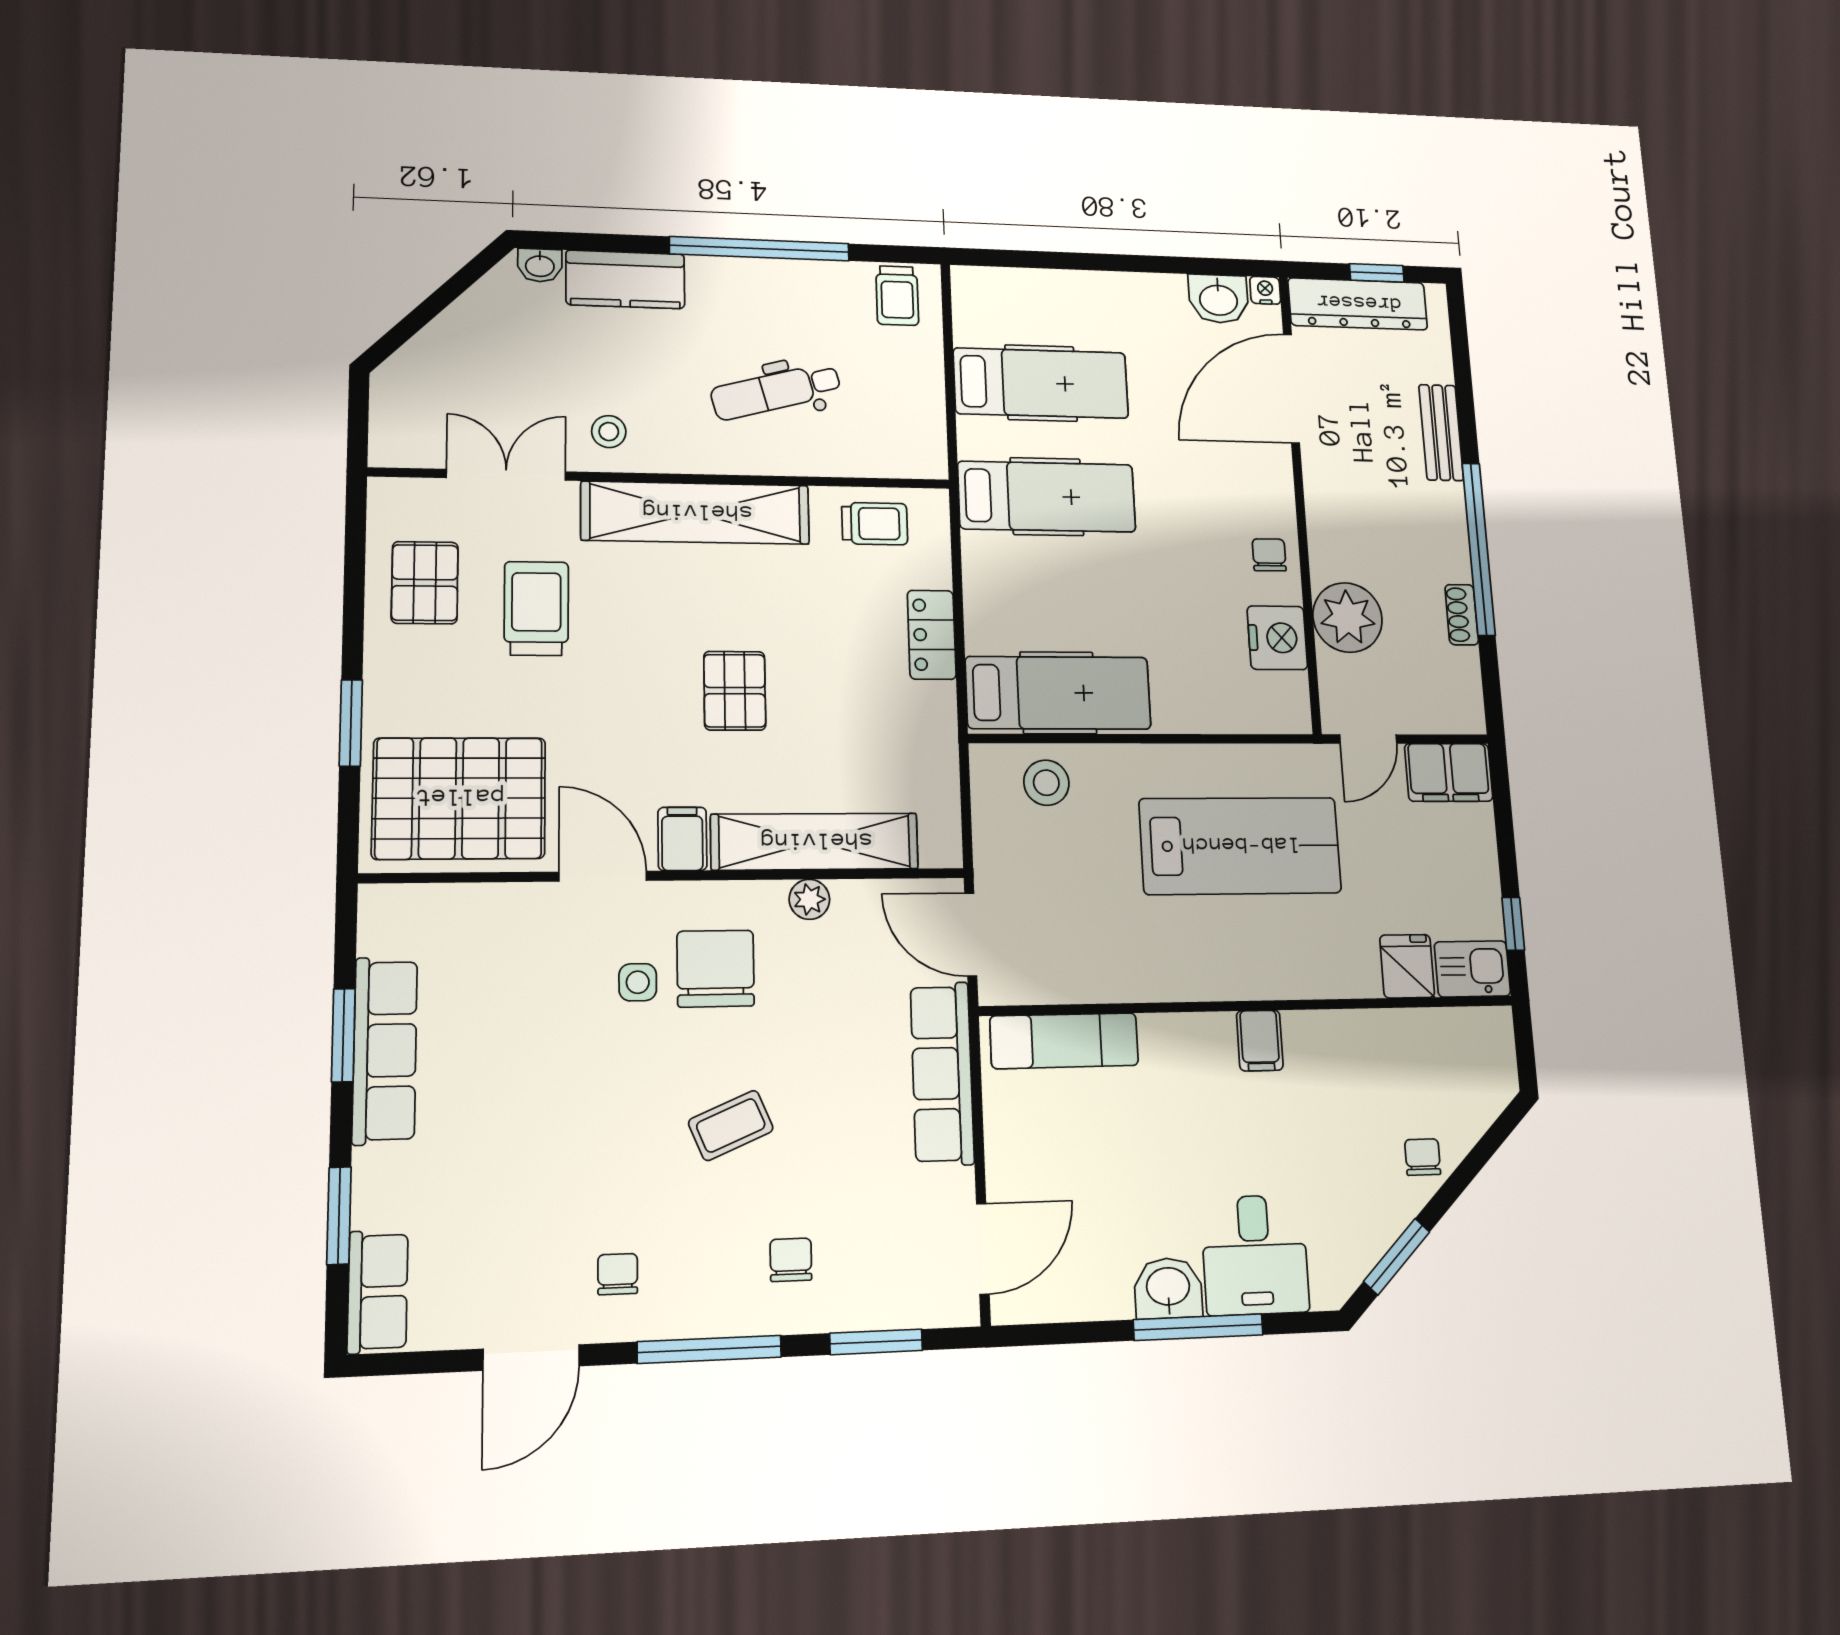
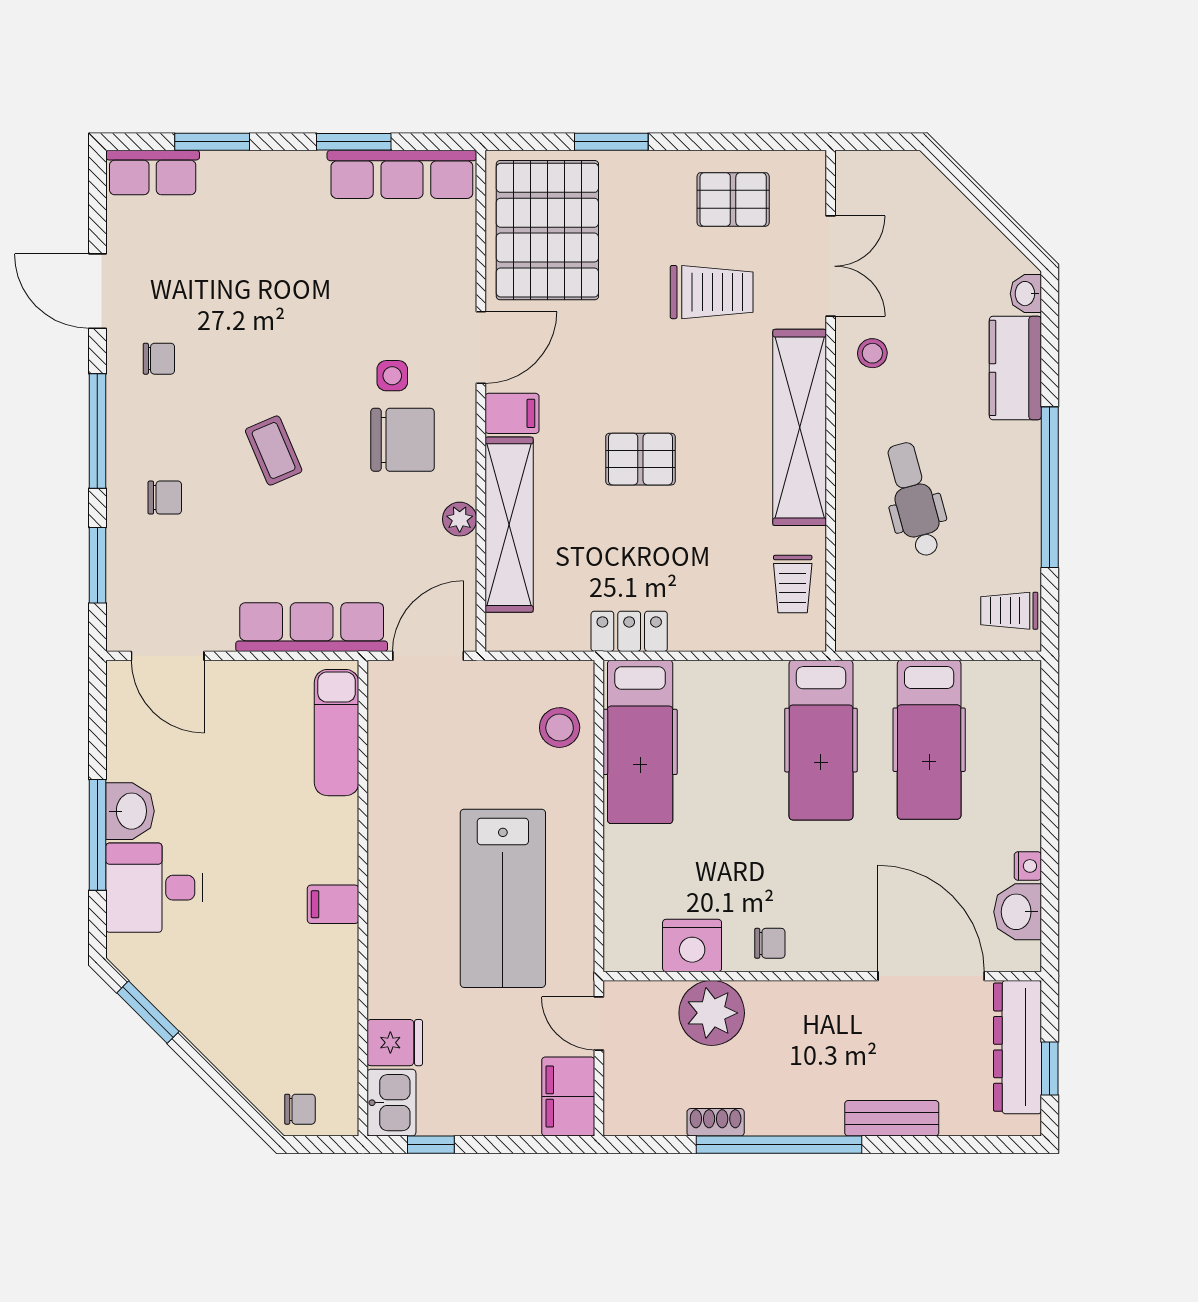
nightstand: (1265, 290) -> (1028, 866), moved
locker: (932, 635) -> (629, 631), moved
row of seats: (385, 1050) -> (402, 174), moved
chair: (1423, 1157) -> (300, 1109), moved

